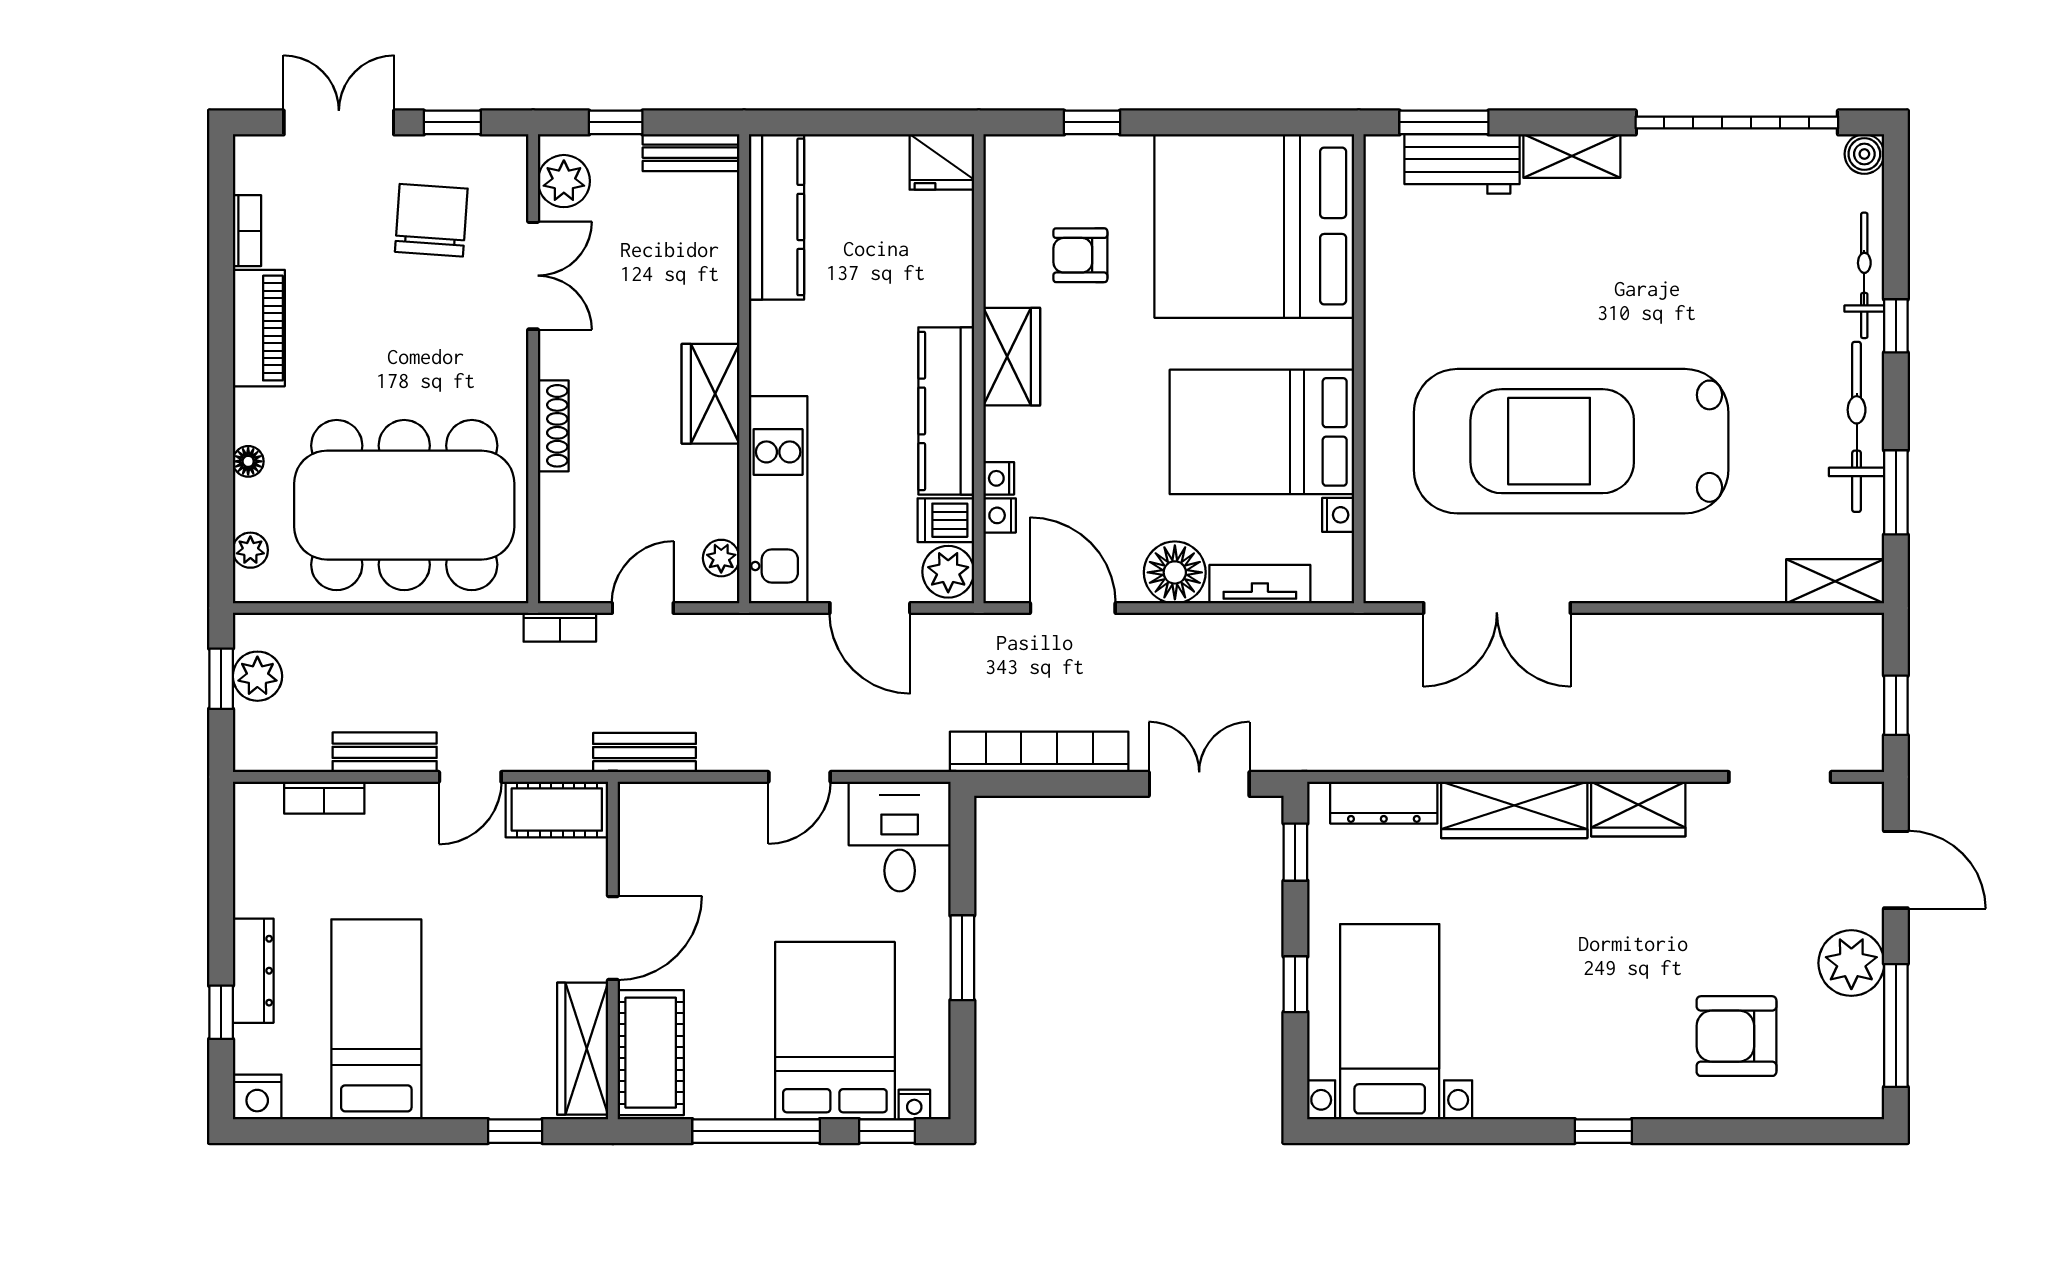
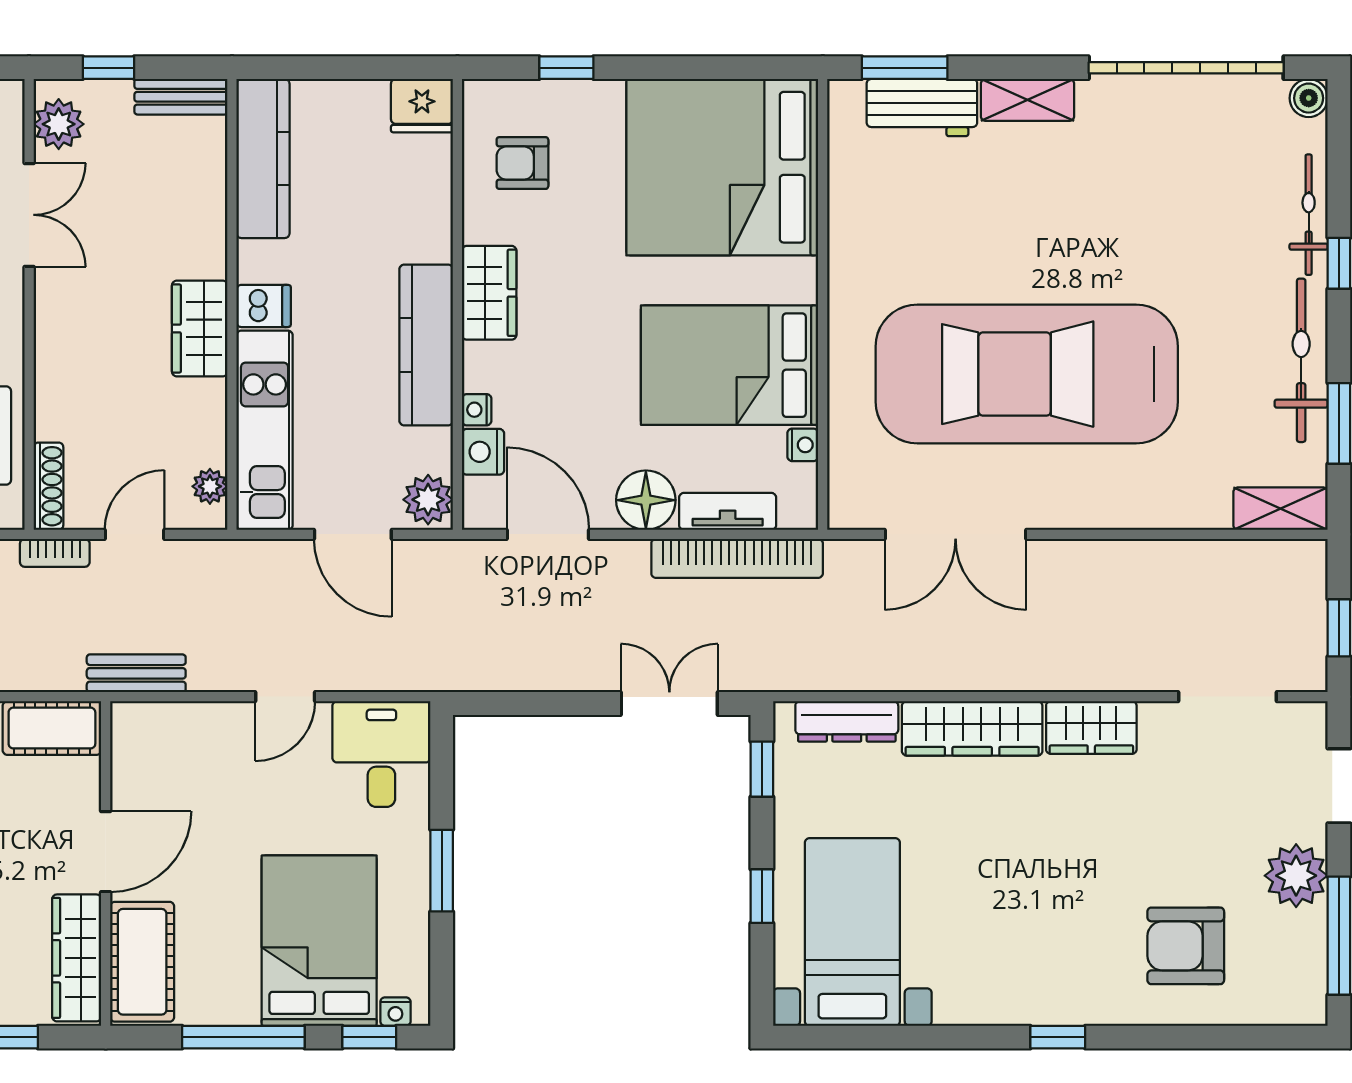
armchair: (1080, 255) -> (522, 163), moved
shoe rack: (553, 426) -> (48, 486), moved
nightstand: (1000, 515) -> (483, 452), width x1.39, depth x1.35
dishwasher: (946, 520) -> (264, 306), moved, turned 180
bookcase: (1039, 752) -> (737, 558), moved, turned 180

